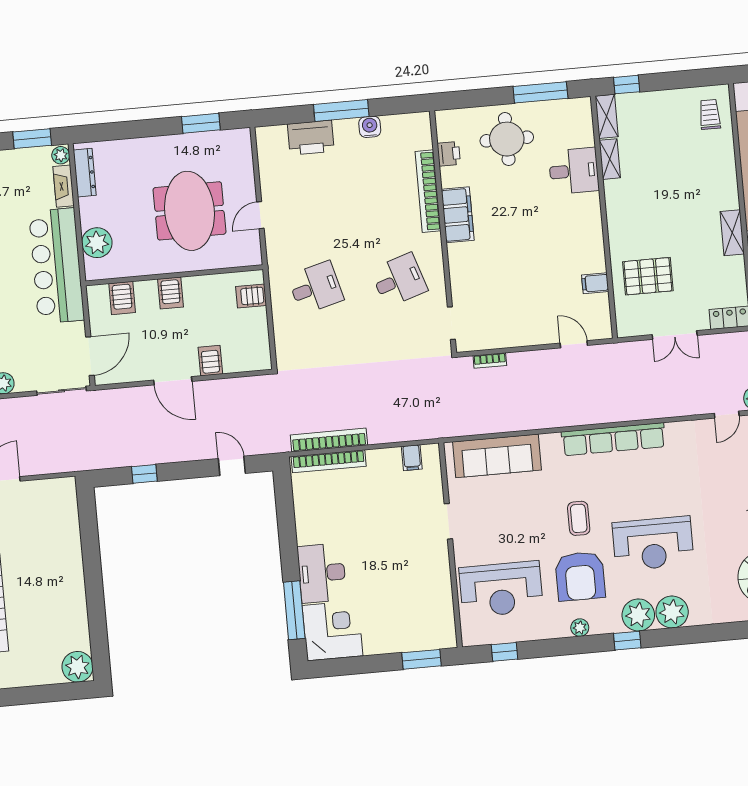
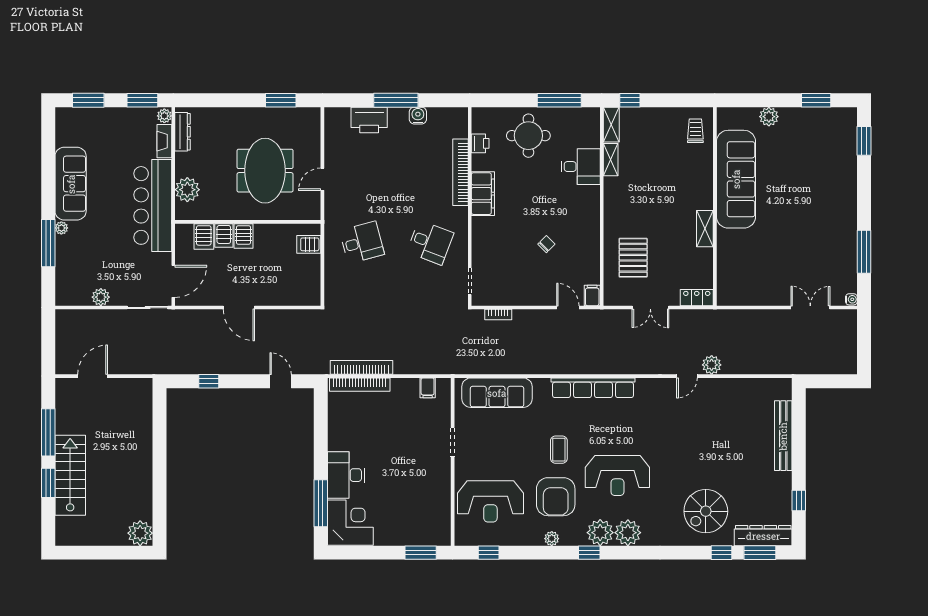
chair: (541, 269) -> (546, 244), added
pallet: (648, 276) -> (633, 258), turned 90
desk: (399, 280) -> (430, 242), turned 39
filing cabinet: (595, 283) -> (592, 295), moved, turned 90
server rack: (210, 361) -> (224, 235), moved, turned 180

